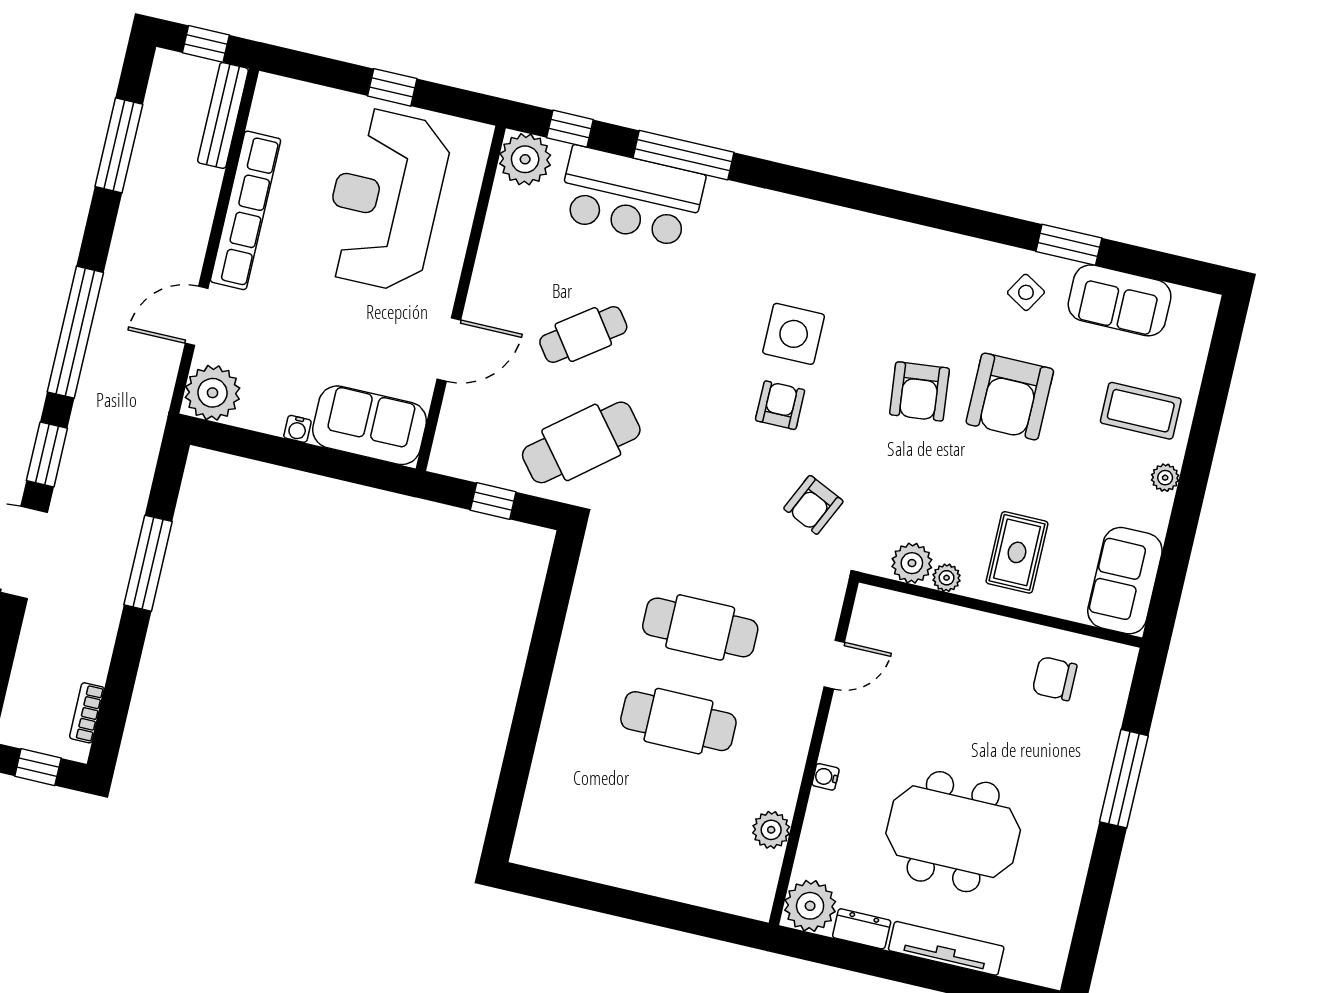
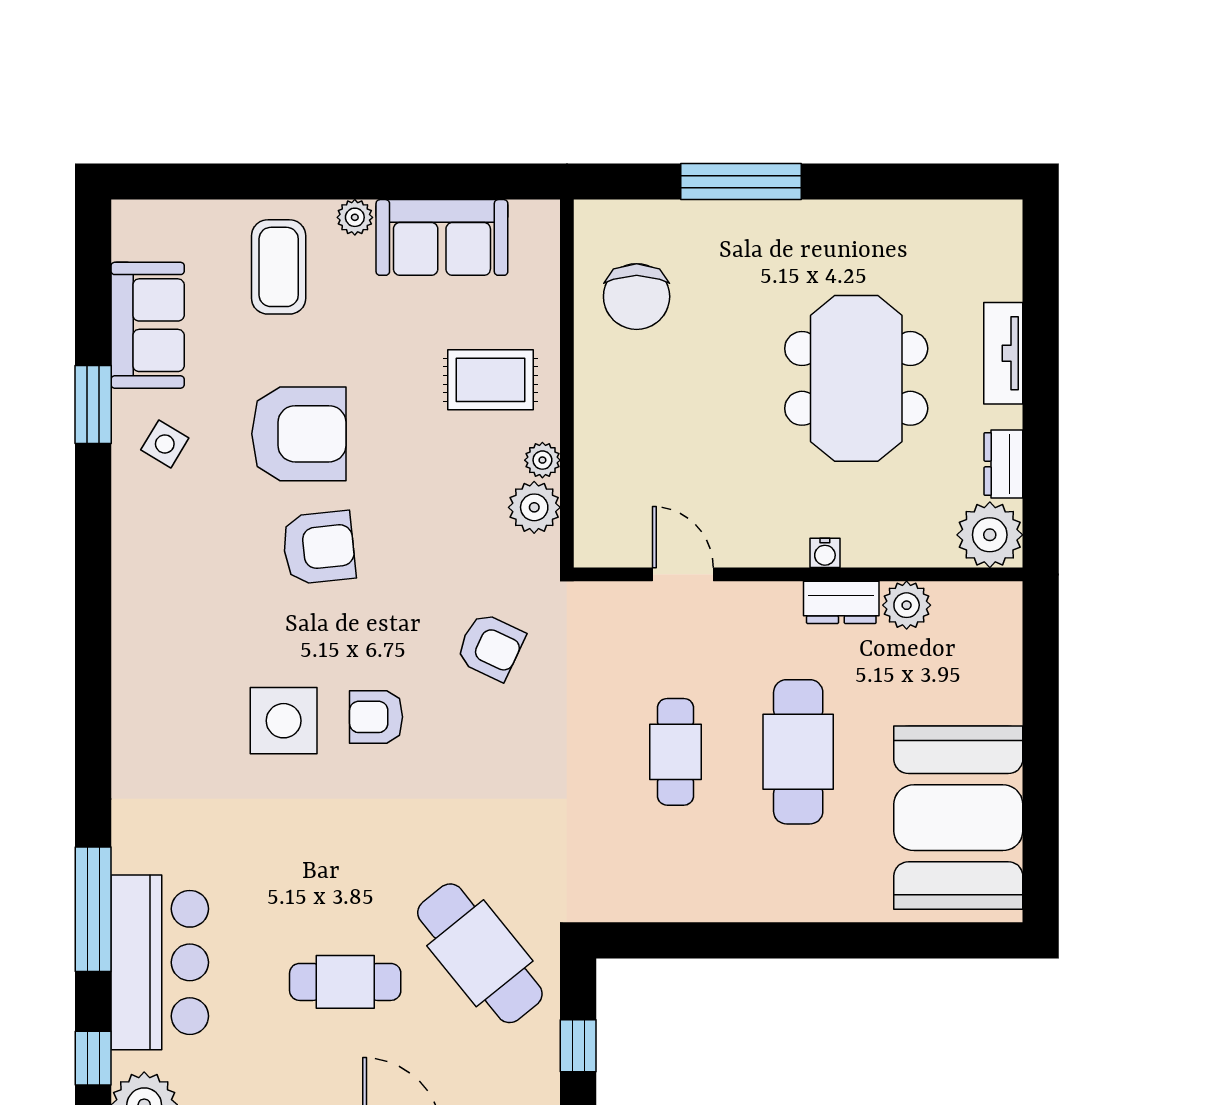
cafe table: (583, 335) -> (345, 982), turned -54
sofa: (1125, 581) -> (442, 237), moved
cafe table: (700, 627) -> (676, 752), width x0.73, depth x0.74
chair: (1055, 679) -> (637, 297), width x1.37, depth x1.37
dresser: (785, 781) -> (841, 602), added
booth: (600, 832) -> (958, 818), added
tv unit: (946, 948) -> (1003, 353), width x0.71

